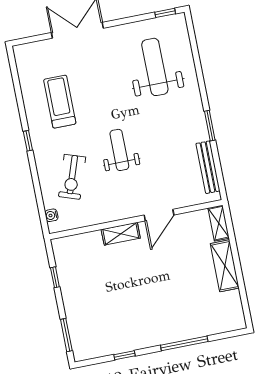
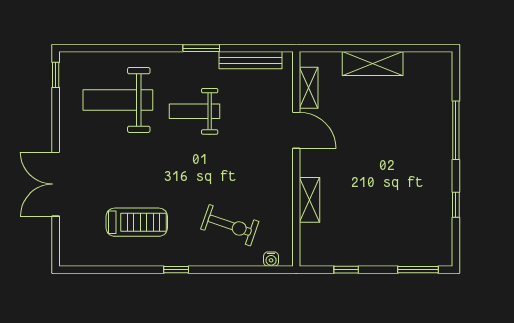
treadmill: (60, 102) -> (137, 222), turned 180
weight bench: (119, 150) -> (195, 111), moved
shelving: (219, 223) -> (309, 88), moved, turned 90
shelving: (121, 234) -> (309, 200), moved

